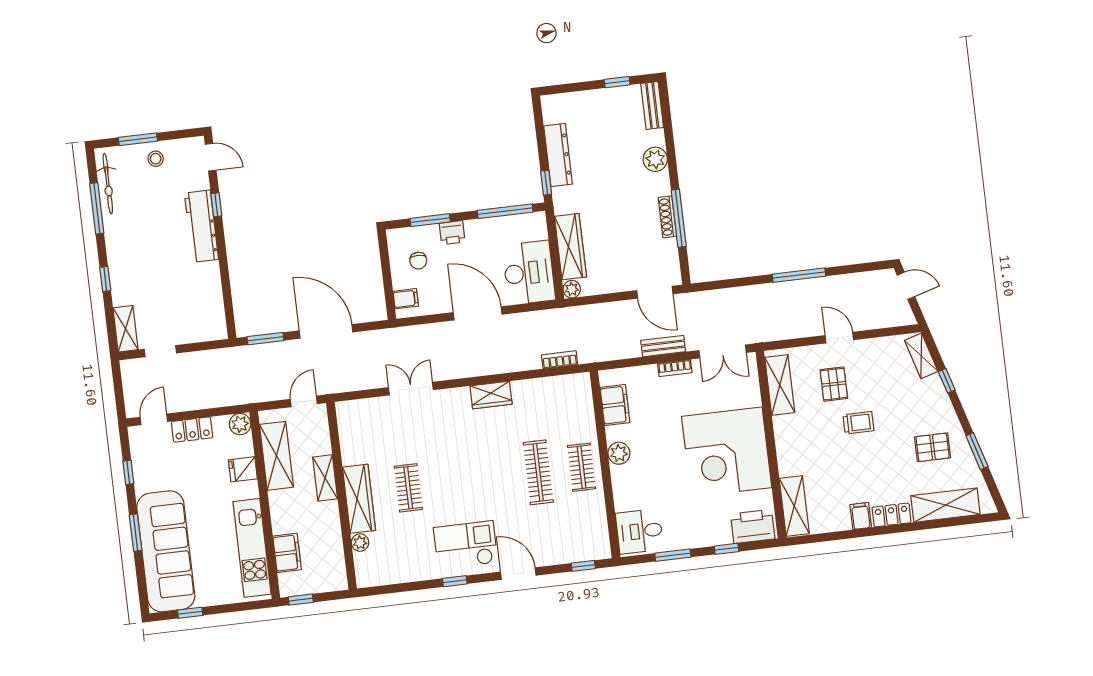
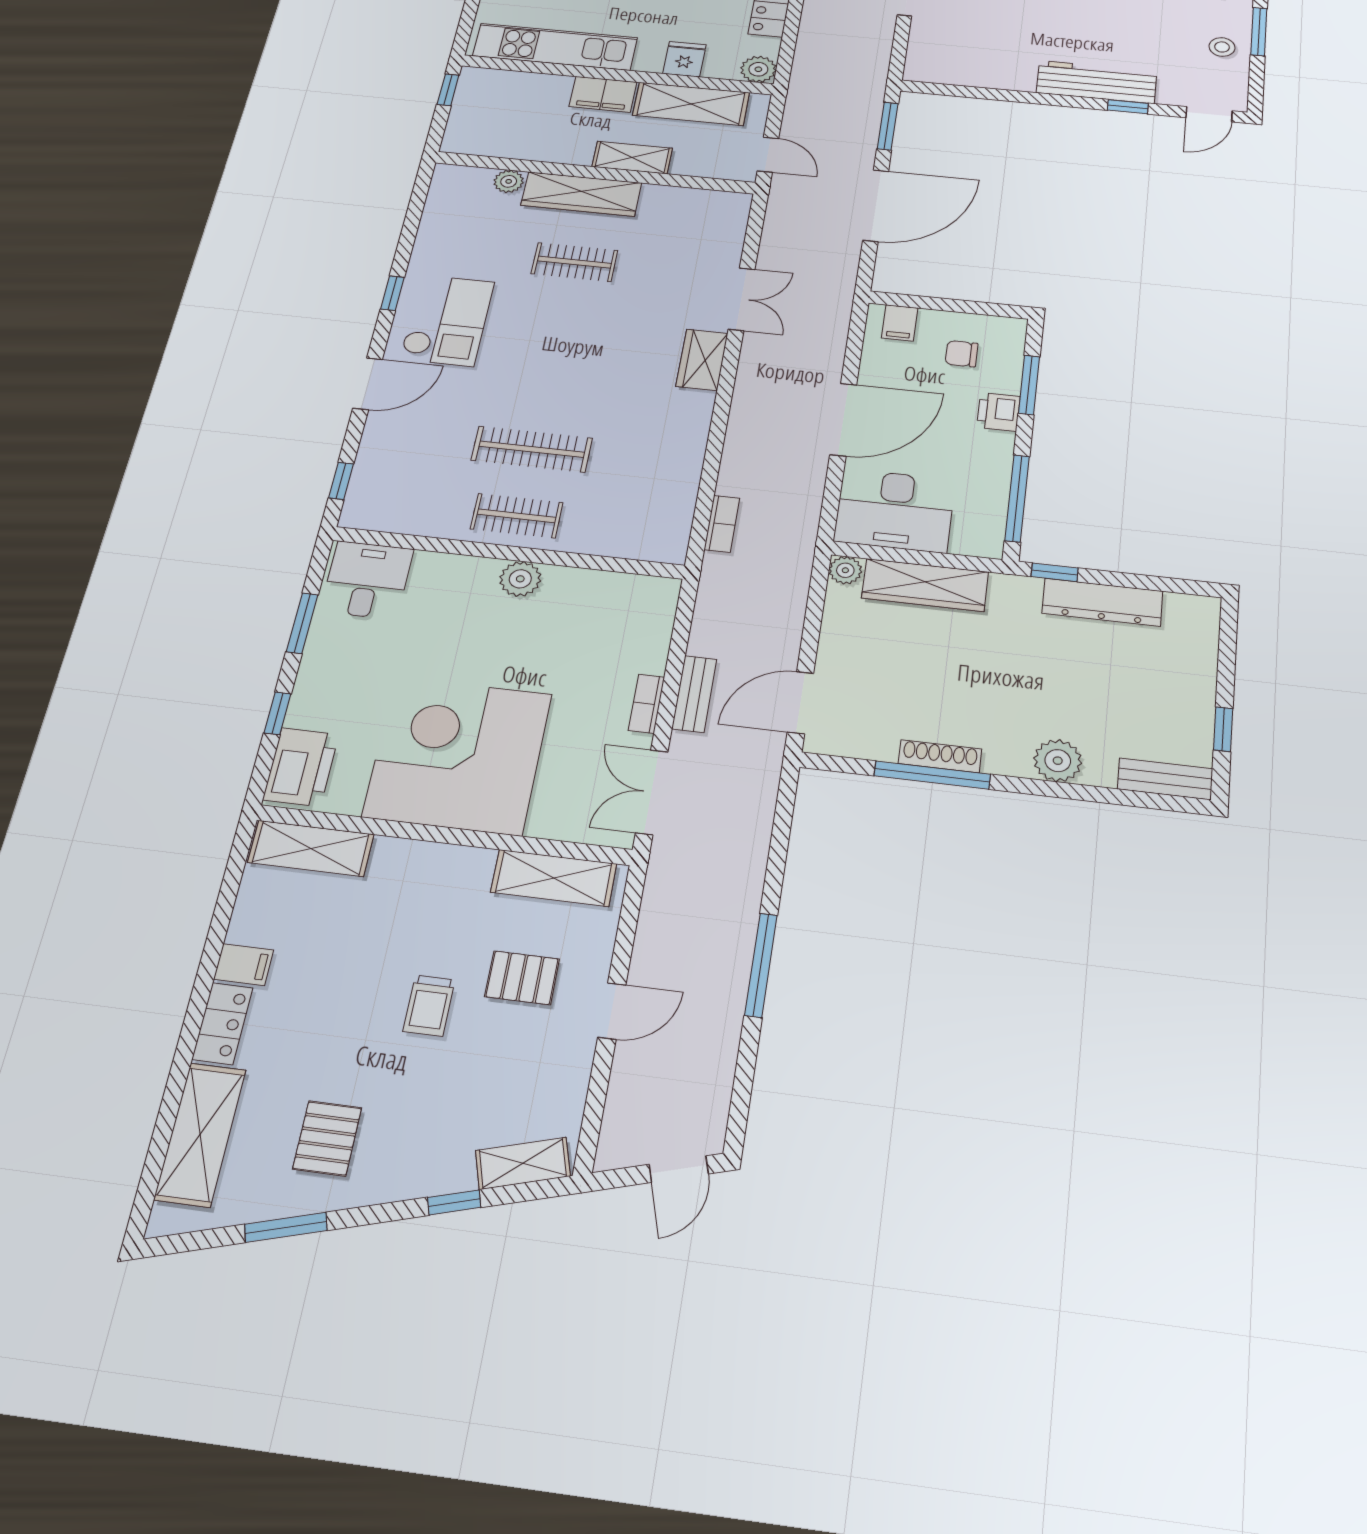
wardrobe: (491, 395) -> (702, 360), moved
filing cabinet: (615, 405) -> (610, 592), removed
filing cabinet: (287, 553) -> (603, 94), moved

